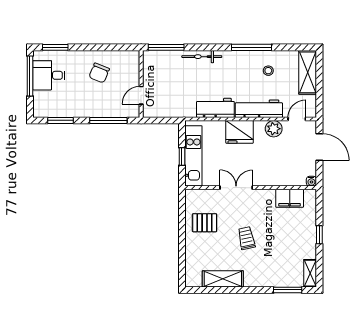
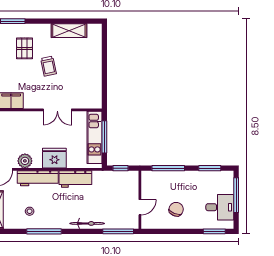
window: (30, 76) -> (236, 195), moved
door: (141, 95) -> (140, 207), moved
window: (163, 120) -> (120, 168), added
window: (182, 156) -> (104, 137), width x2.17
pallet: (205, 223) -> (25, 48), moved, turned 90

